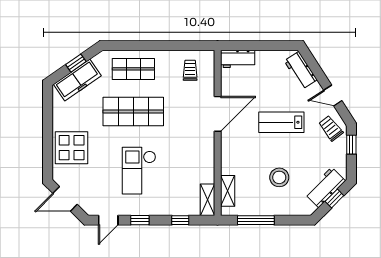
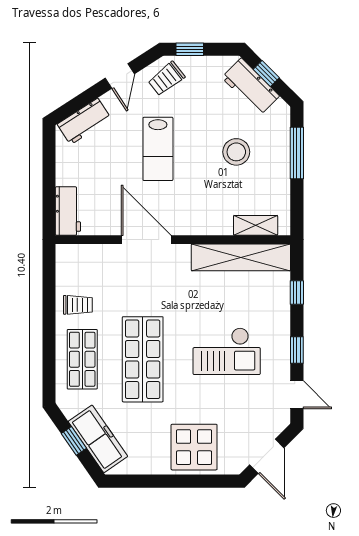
trolley: (190, 70) -> (78, 305), moved, turned 180
shelving: (207, 200) -> (241, 257), width x2.20, depth x1.33
window: (256, 220) -> (297, 153), moved

